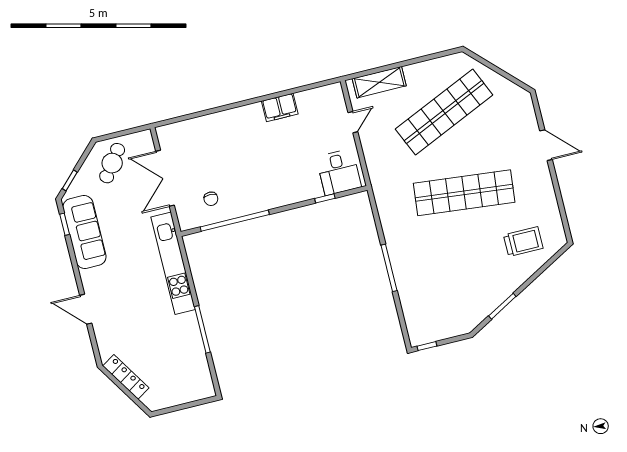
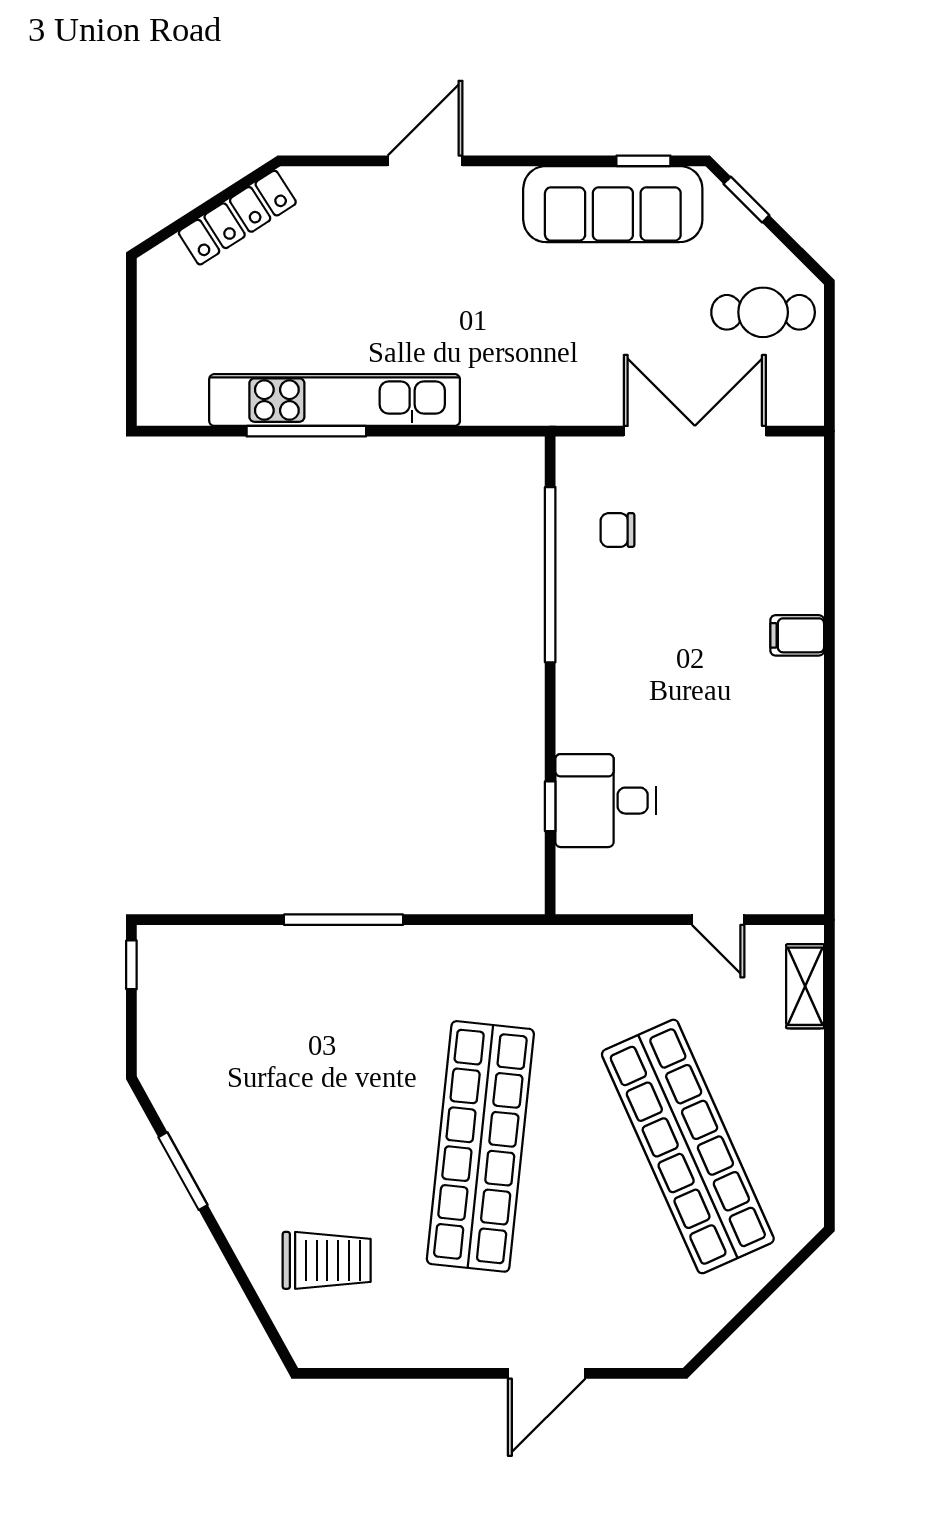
shelving: (379, 82) -> (805, 986), width x0.67, depth x0.75
filing cabinet: (280, 108) -> (797, 635), moved, width x0.50
cafe table: (112, 163) -> (763, 312), turned -36
desk: (339, 172) -> (606, 801), moved
trolley: (523, 242) -> (327, 1260), turned -90
kitchen unit: (173, 263) -> (335, 400), moved

